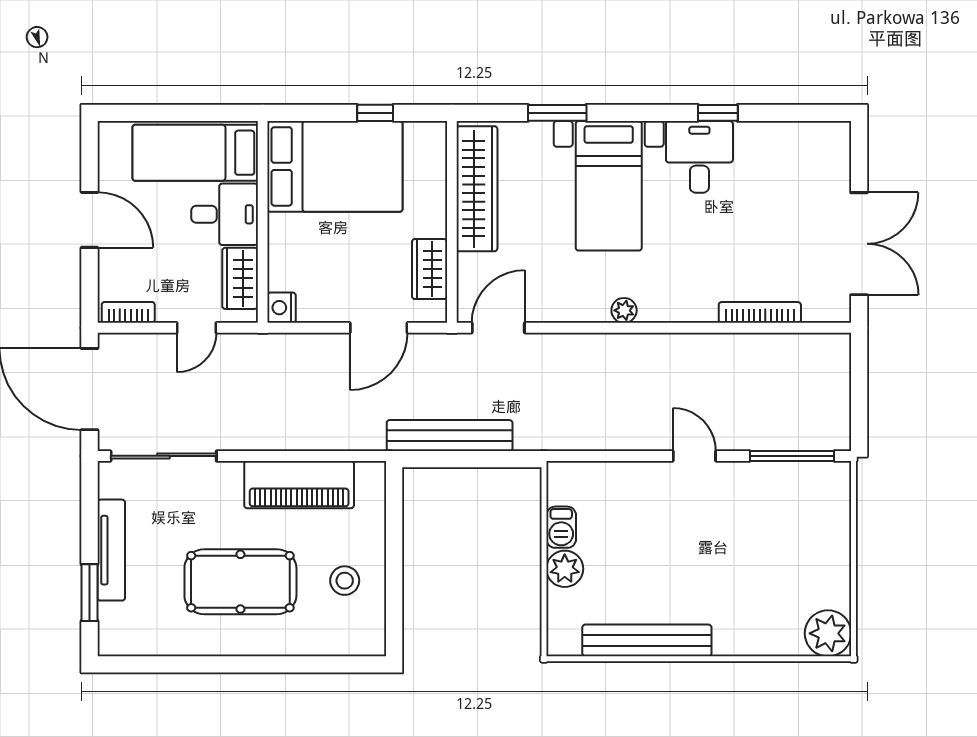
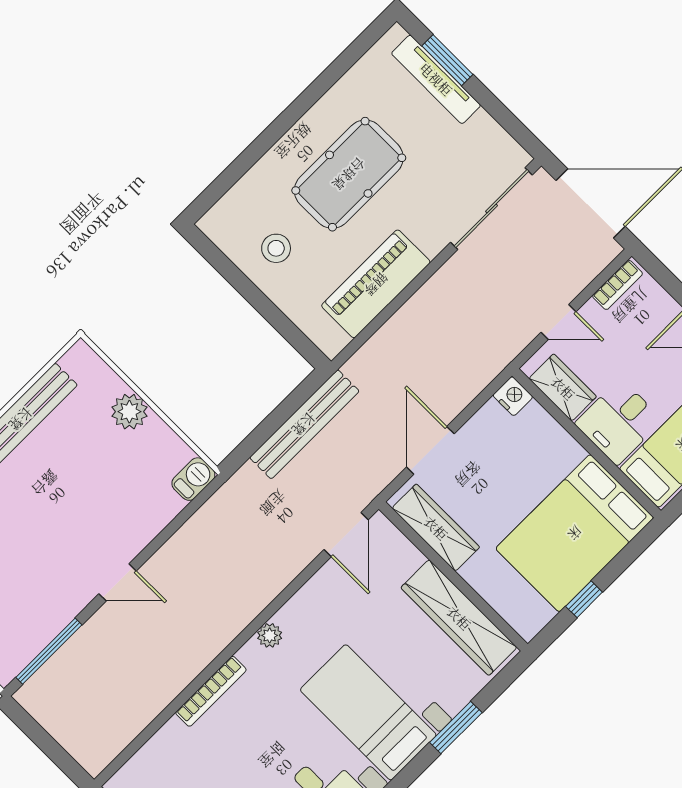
wardrobe: (430, 269) -> (436, 528), width x1.50
bookcase: (760, 312) -> (211, 691), moved
door: (197, 328) -> (559, 322), swing flipped
barbecue: (561, 527) -> (193, 479), moved, turned 90
tv unit: (111, 550) -> (436, 79), moved

